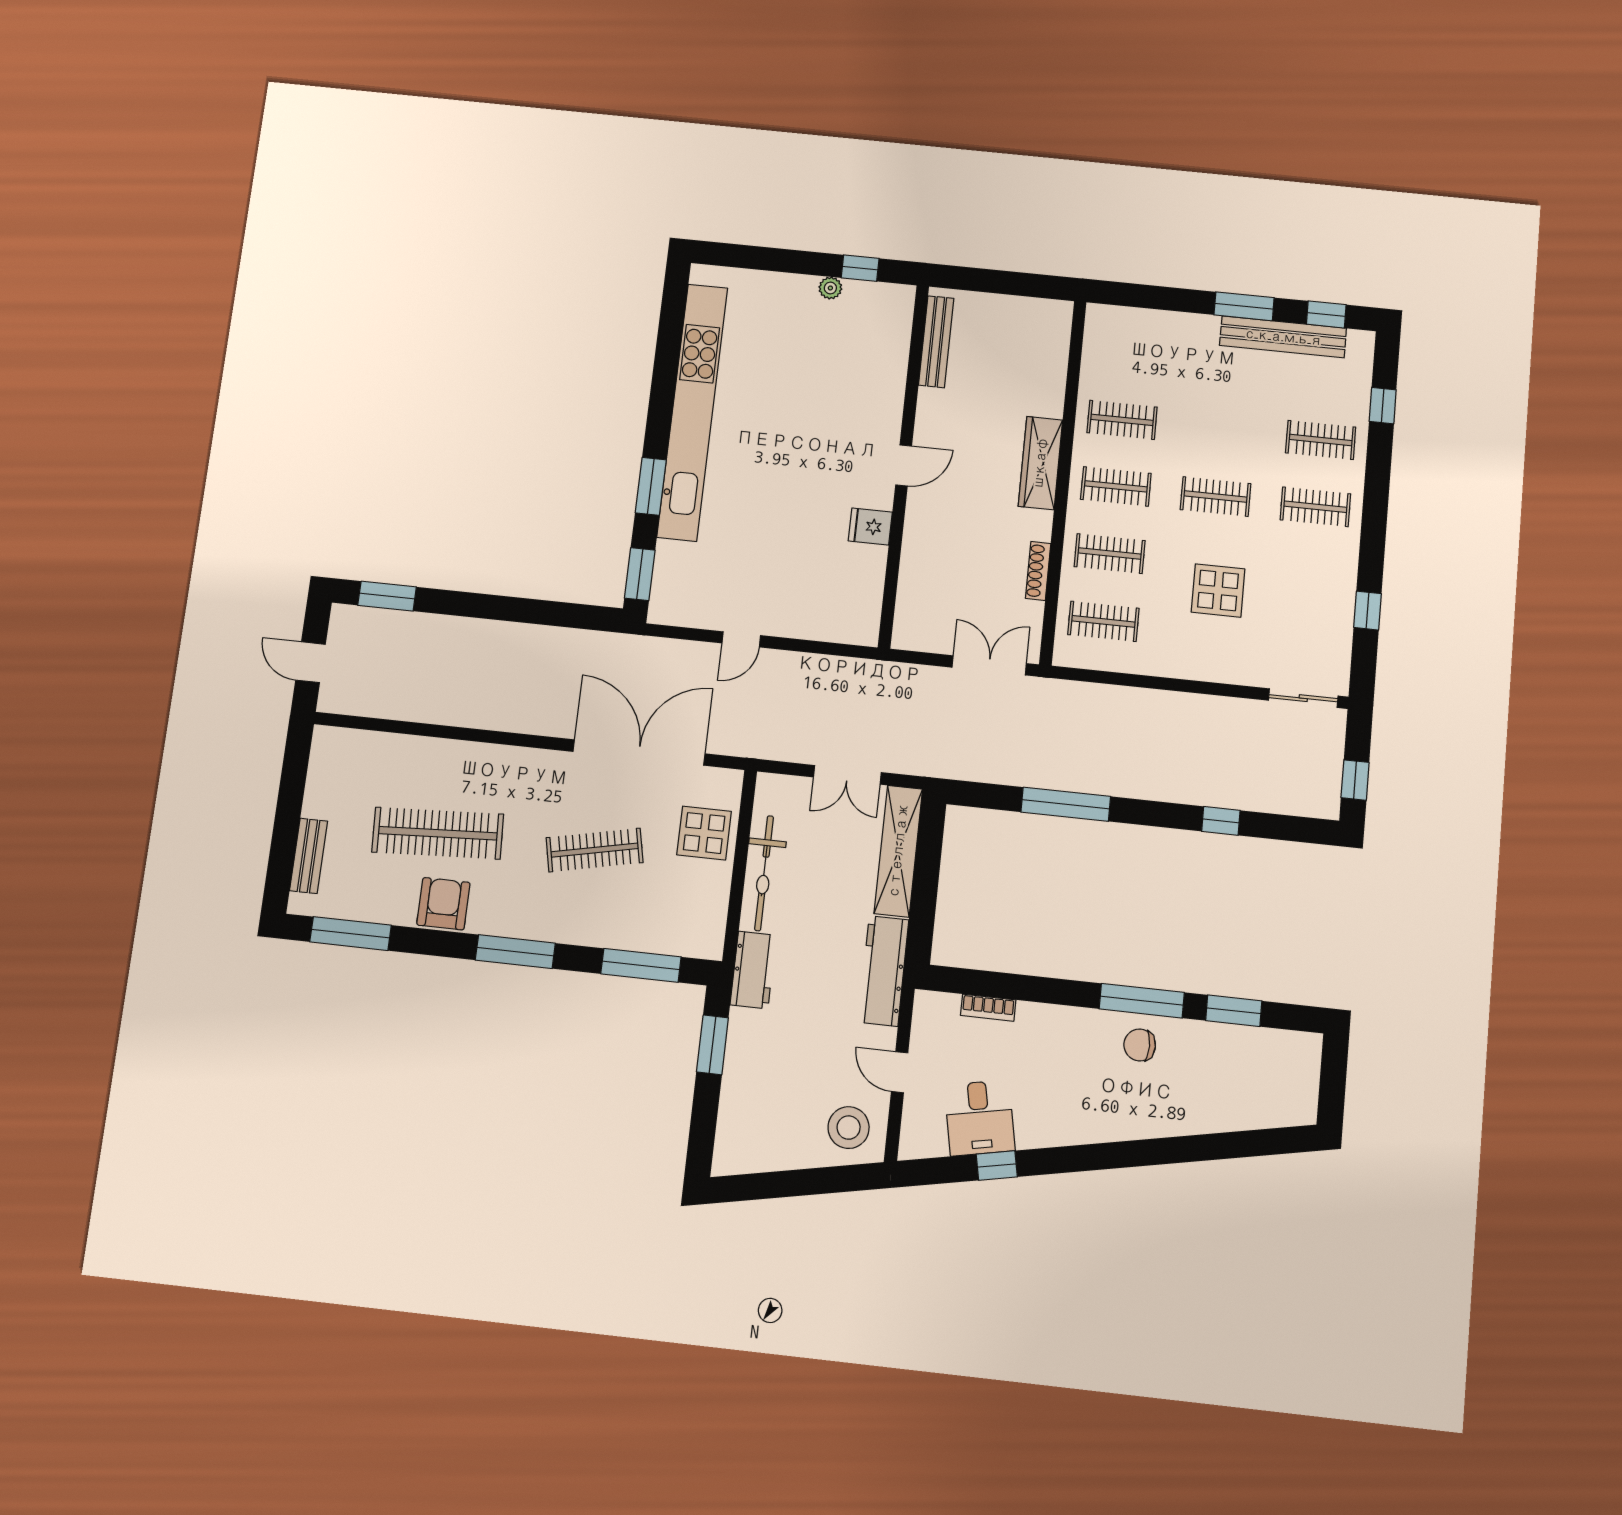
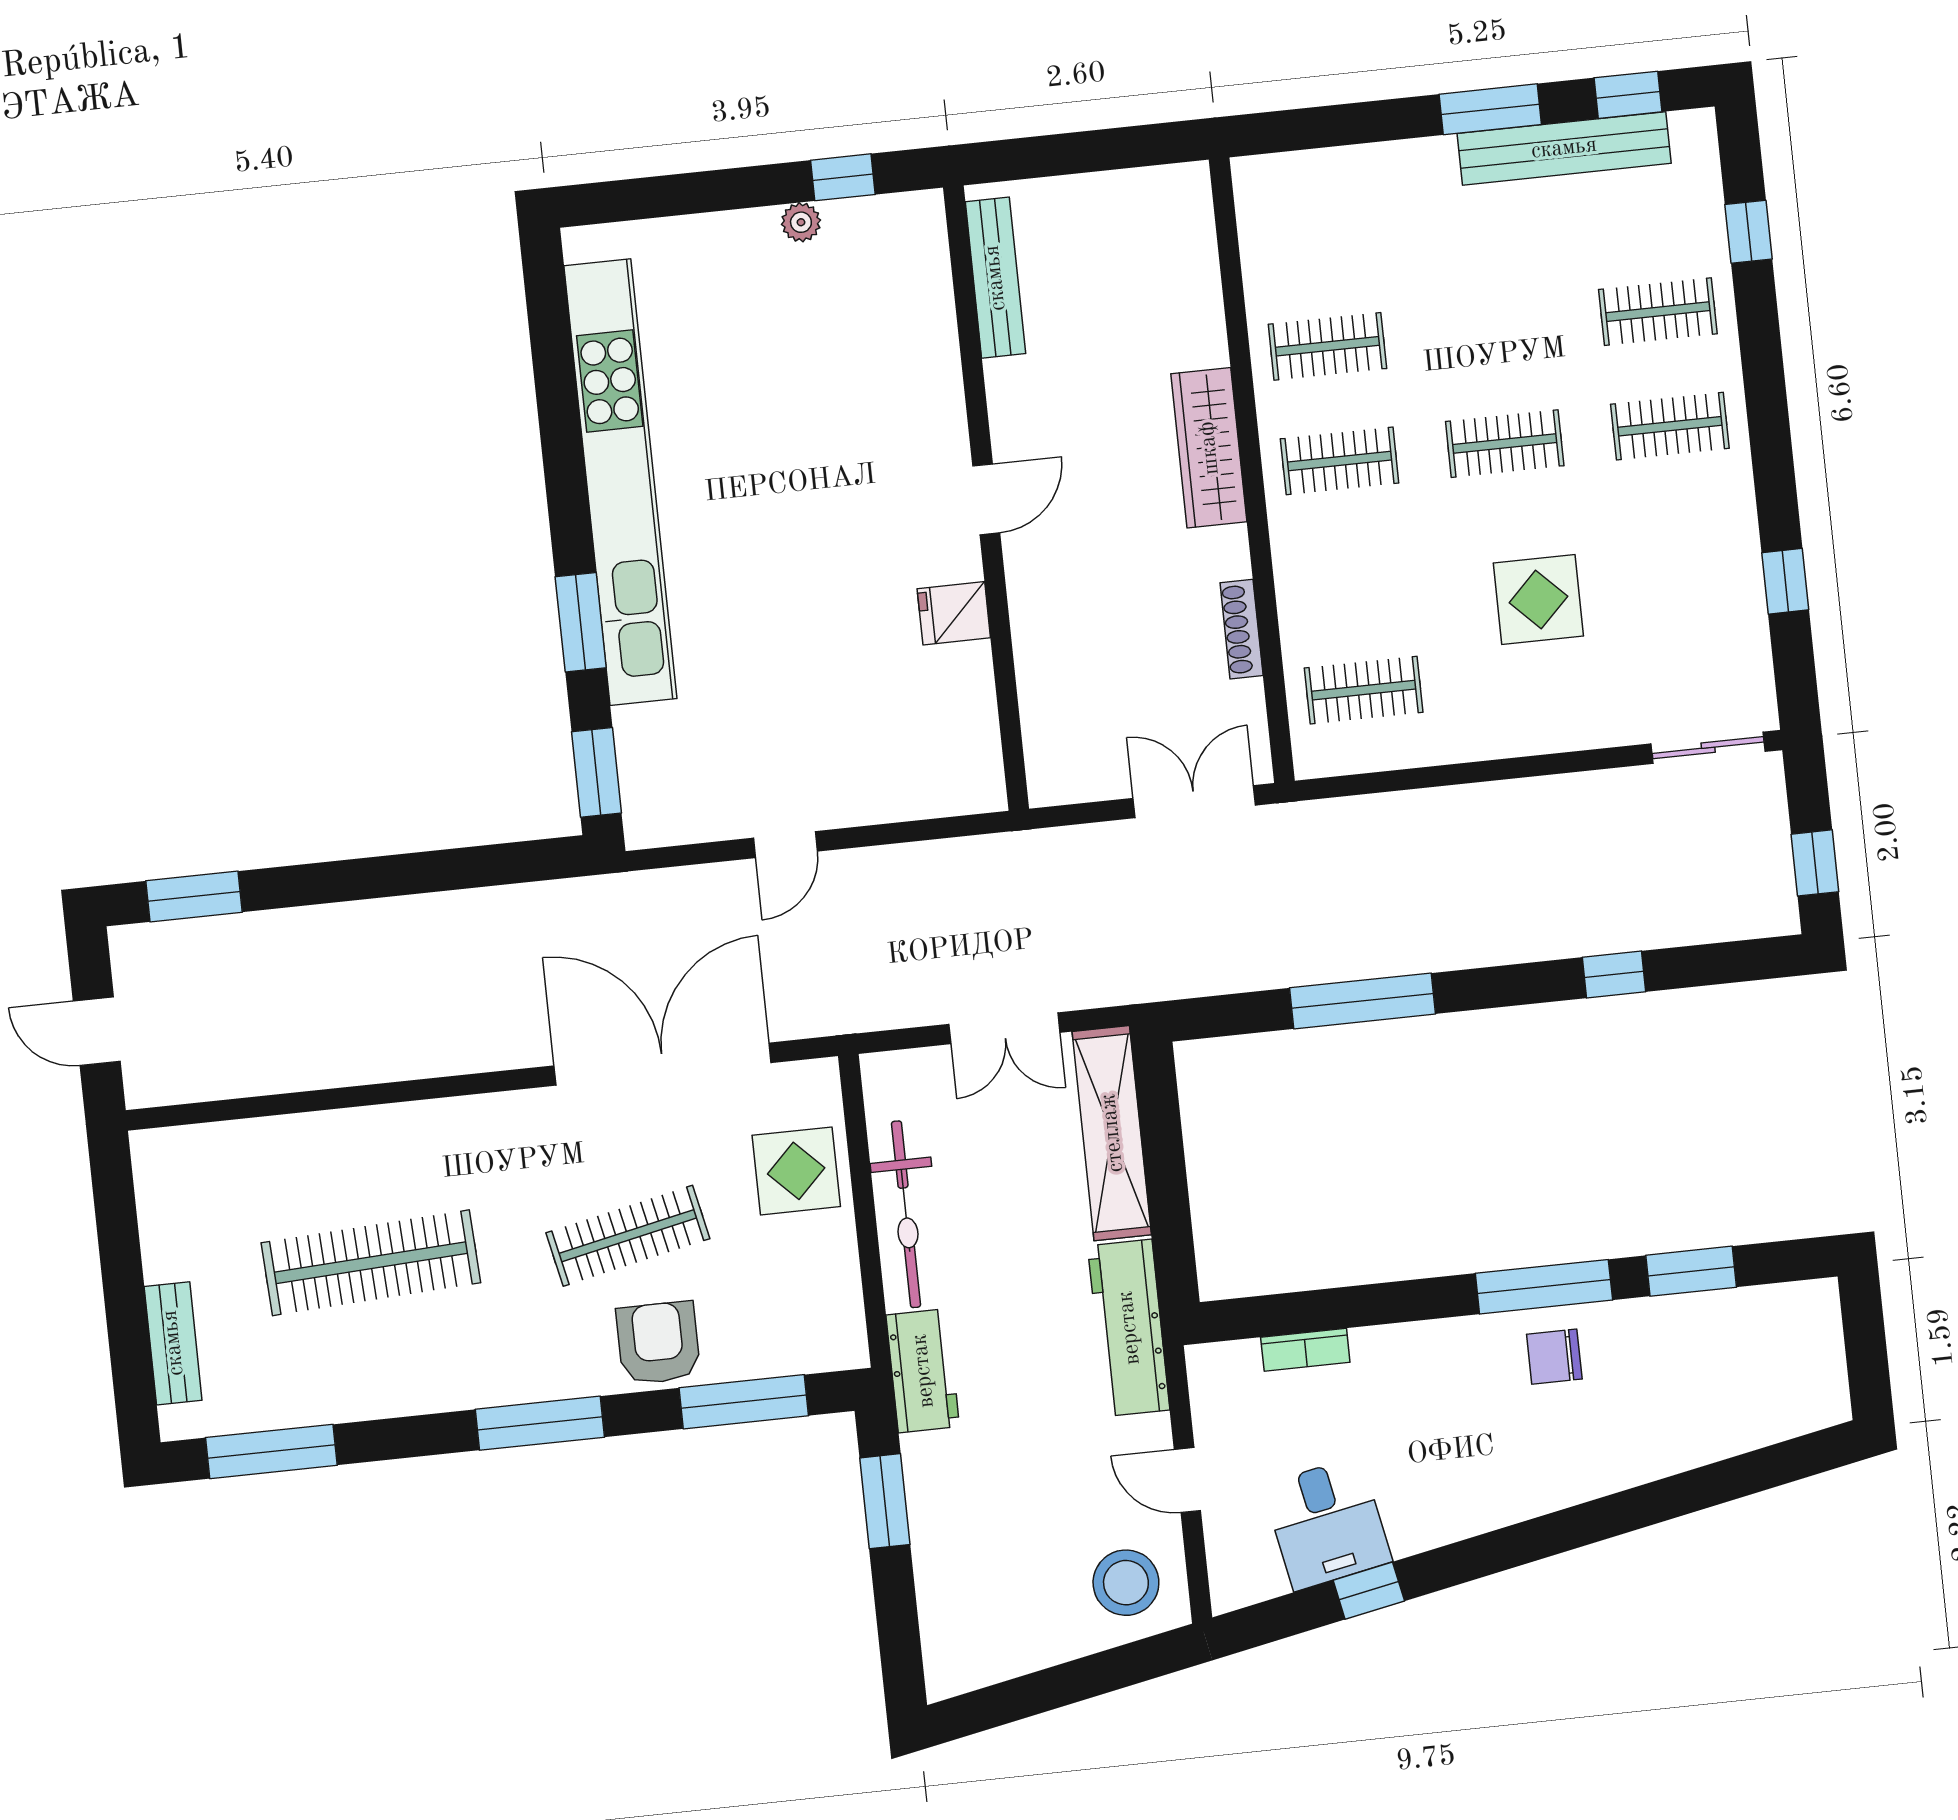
clothes rail: (1110, 554) -> (1352, 576), removed
armchair: (443, 904) -> (658, 1343), moved

